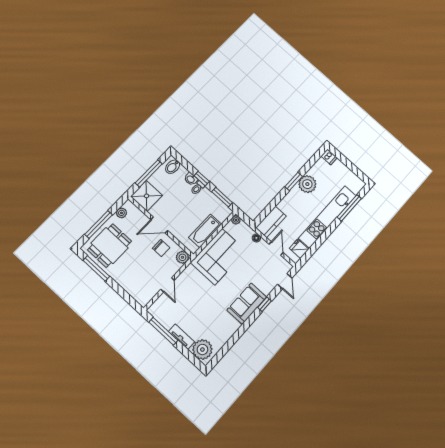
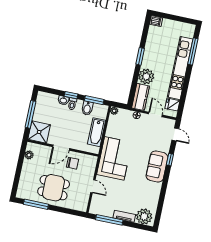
bidet: (173, 167) -> (87, 108), moved
plant: (307, 184) -> (146, 76), moved
window: (99, 224) -> (18, 173), removed
dining table: (110, 245) -> (54, 188), moved, turned 90
plant: (182, 257) -> (92, 161), removed
corner sofa: (218, 257) -> (114, 158), moved

